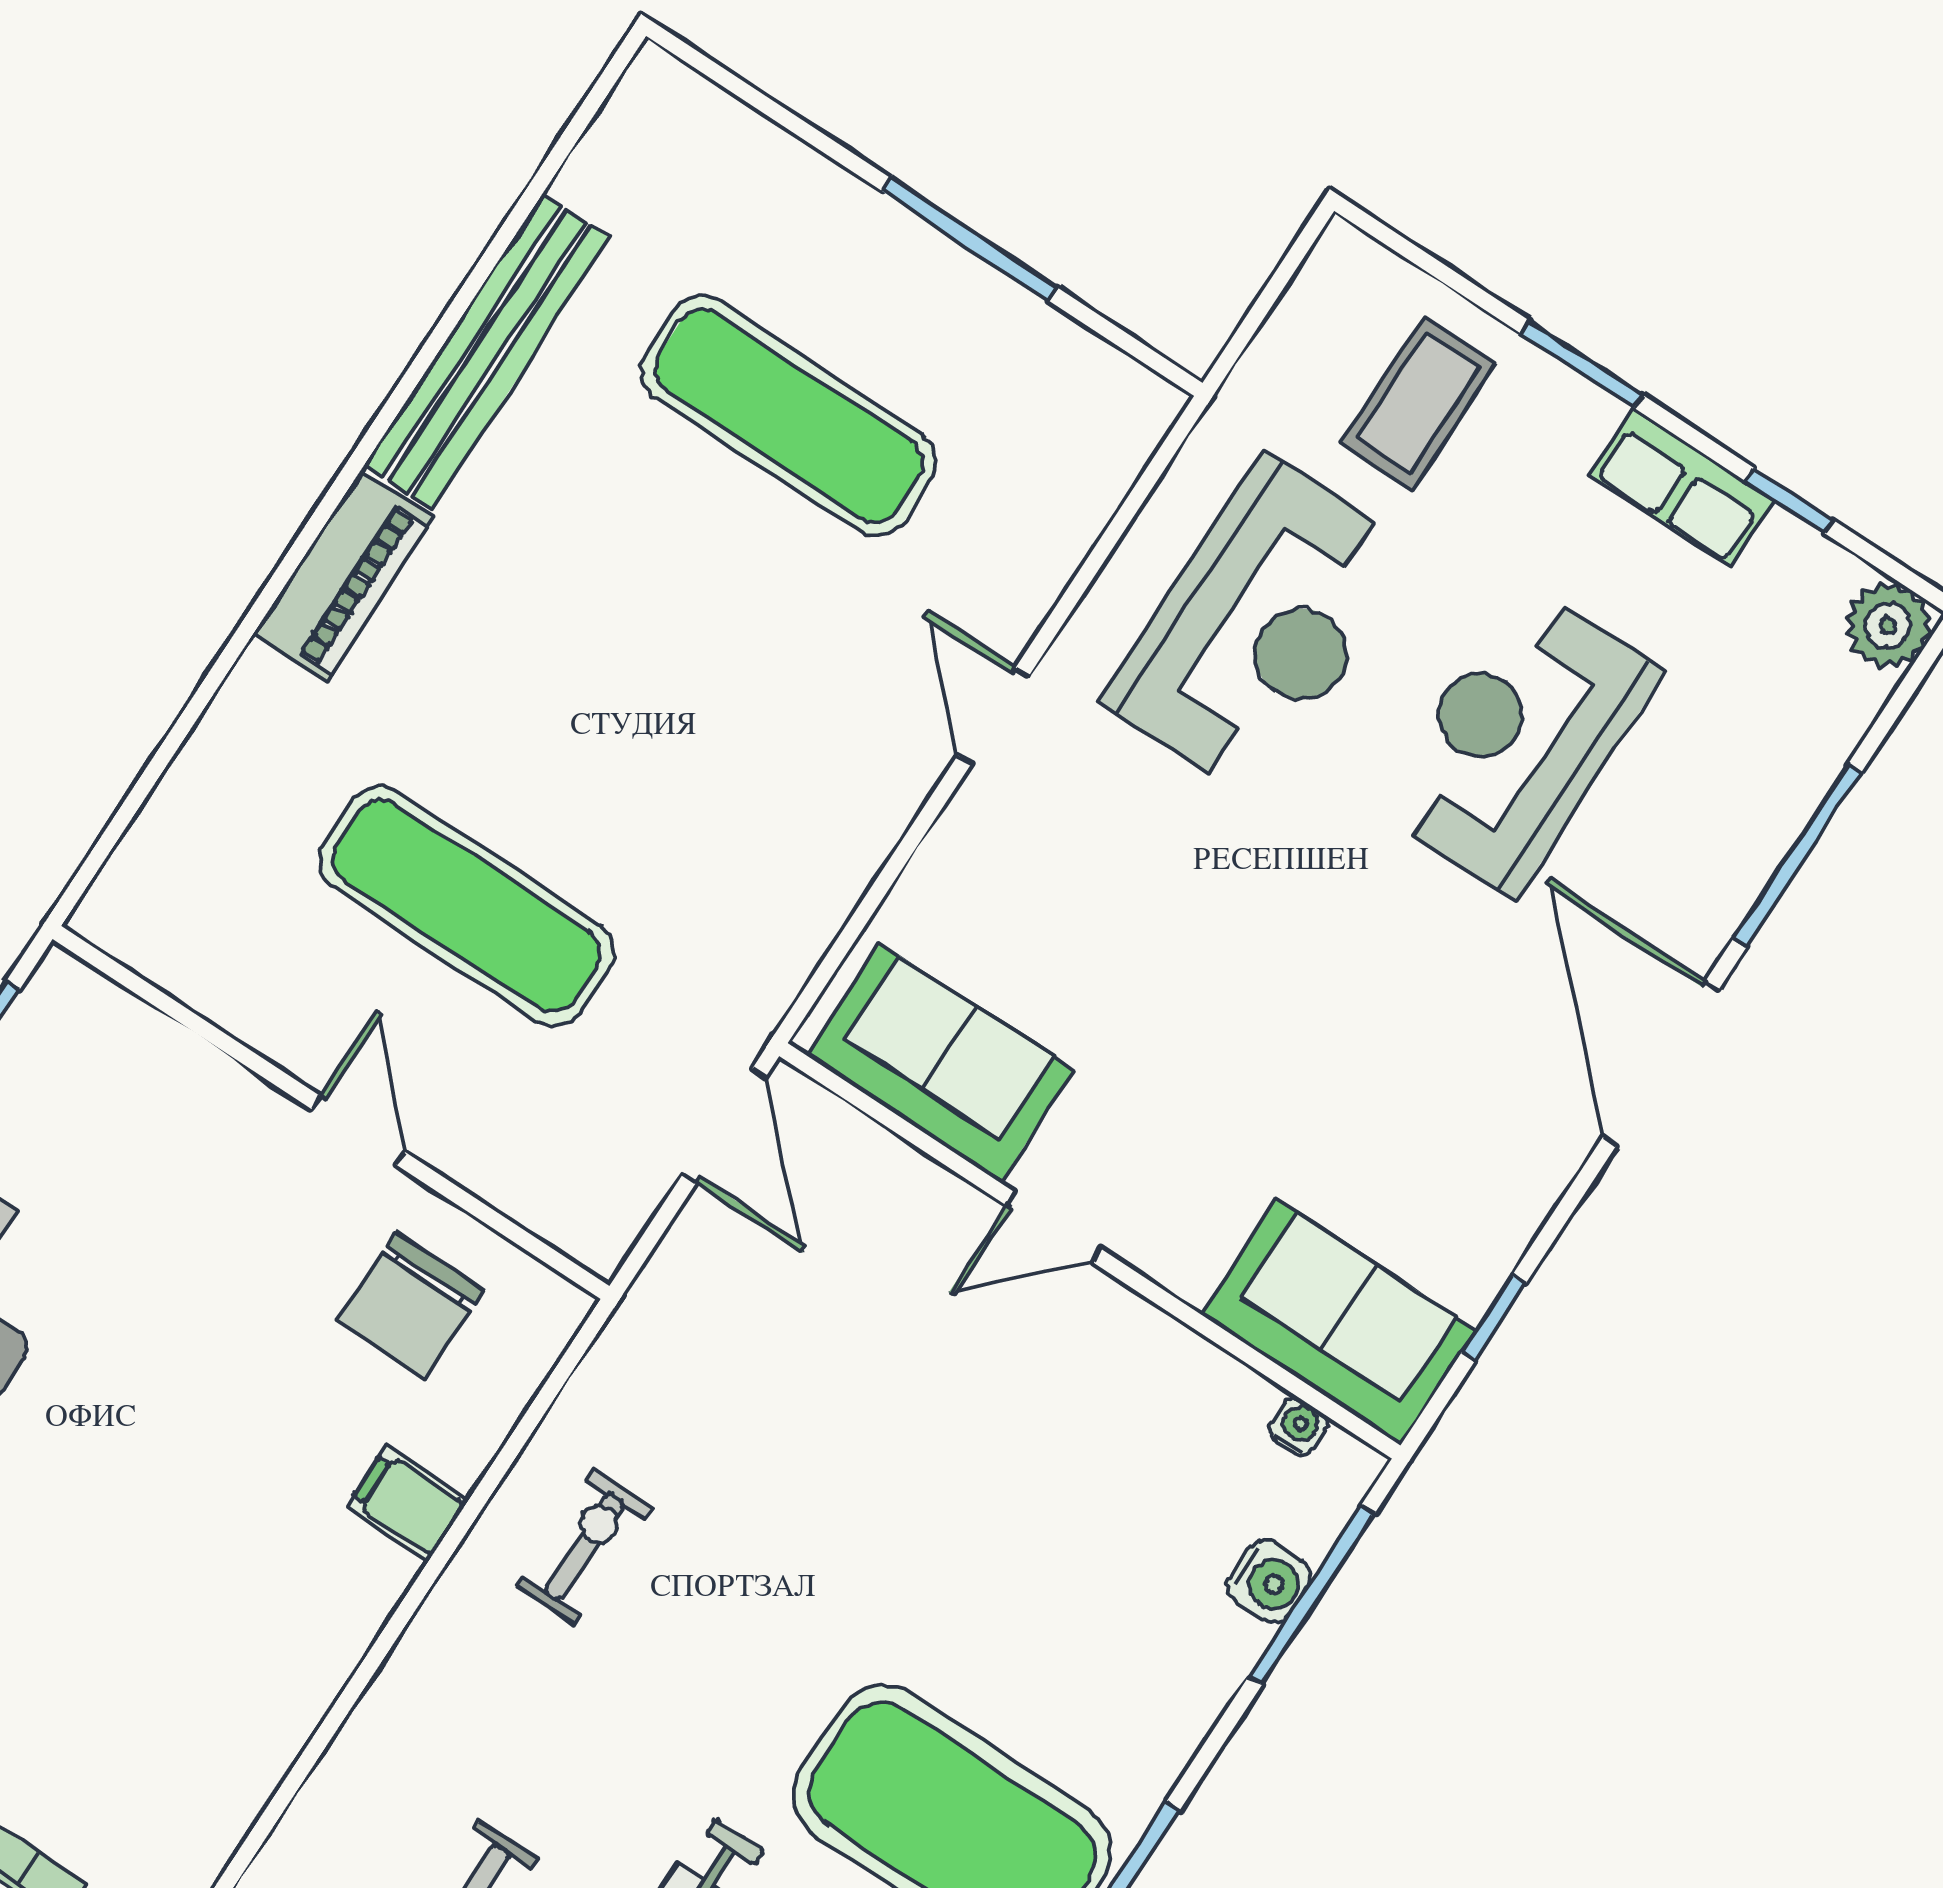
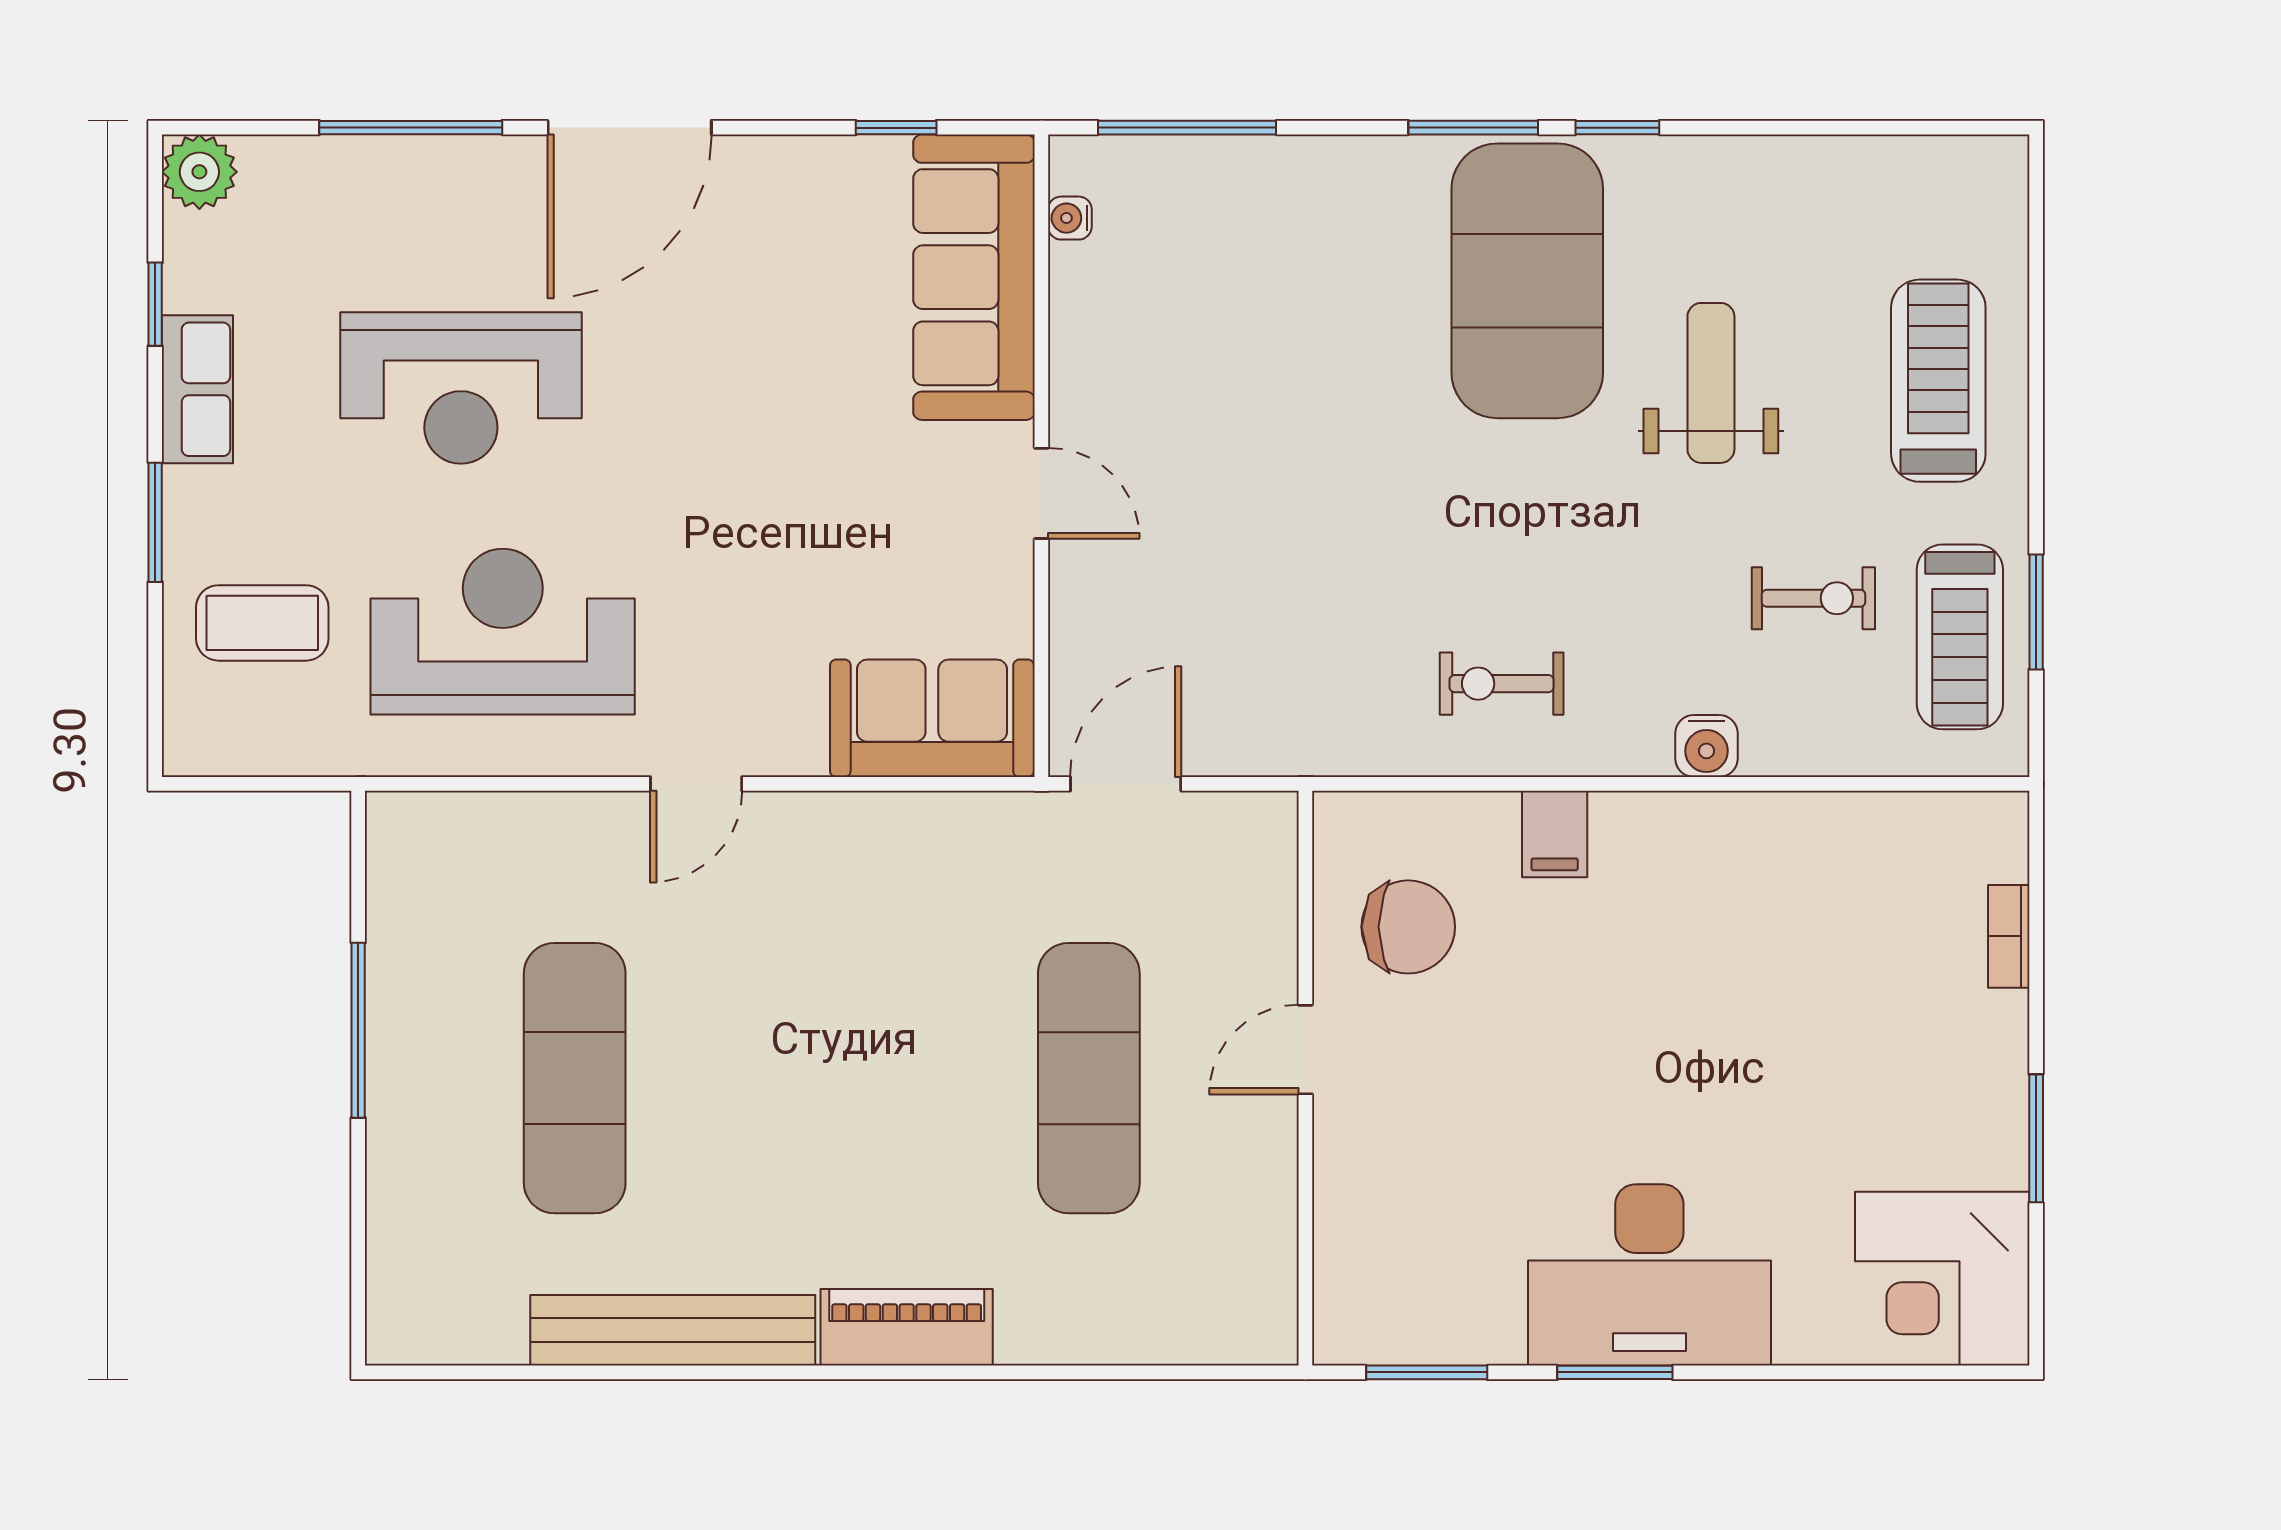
sofa: (940, 1063) -> (932, 718), moved, turned 90
sofa: (1338, 1322) -> (974, 277), width x1.36
water cooler: (1269, 1581) -> (1706, 746), moved, turned 180

